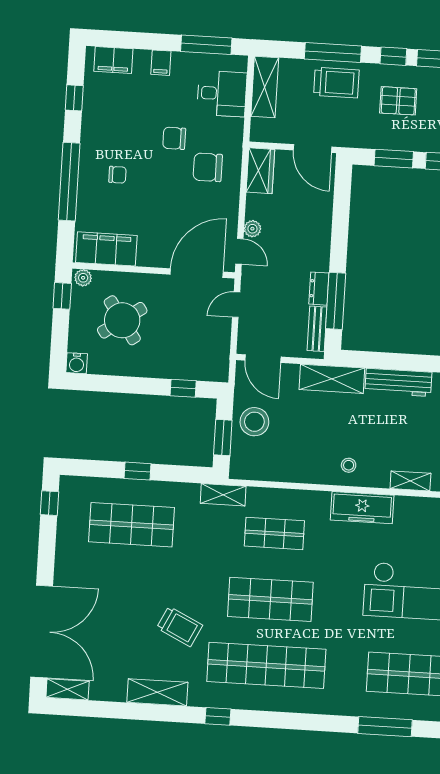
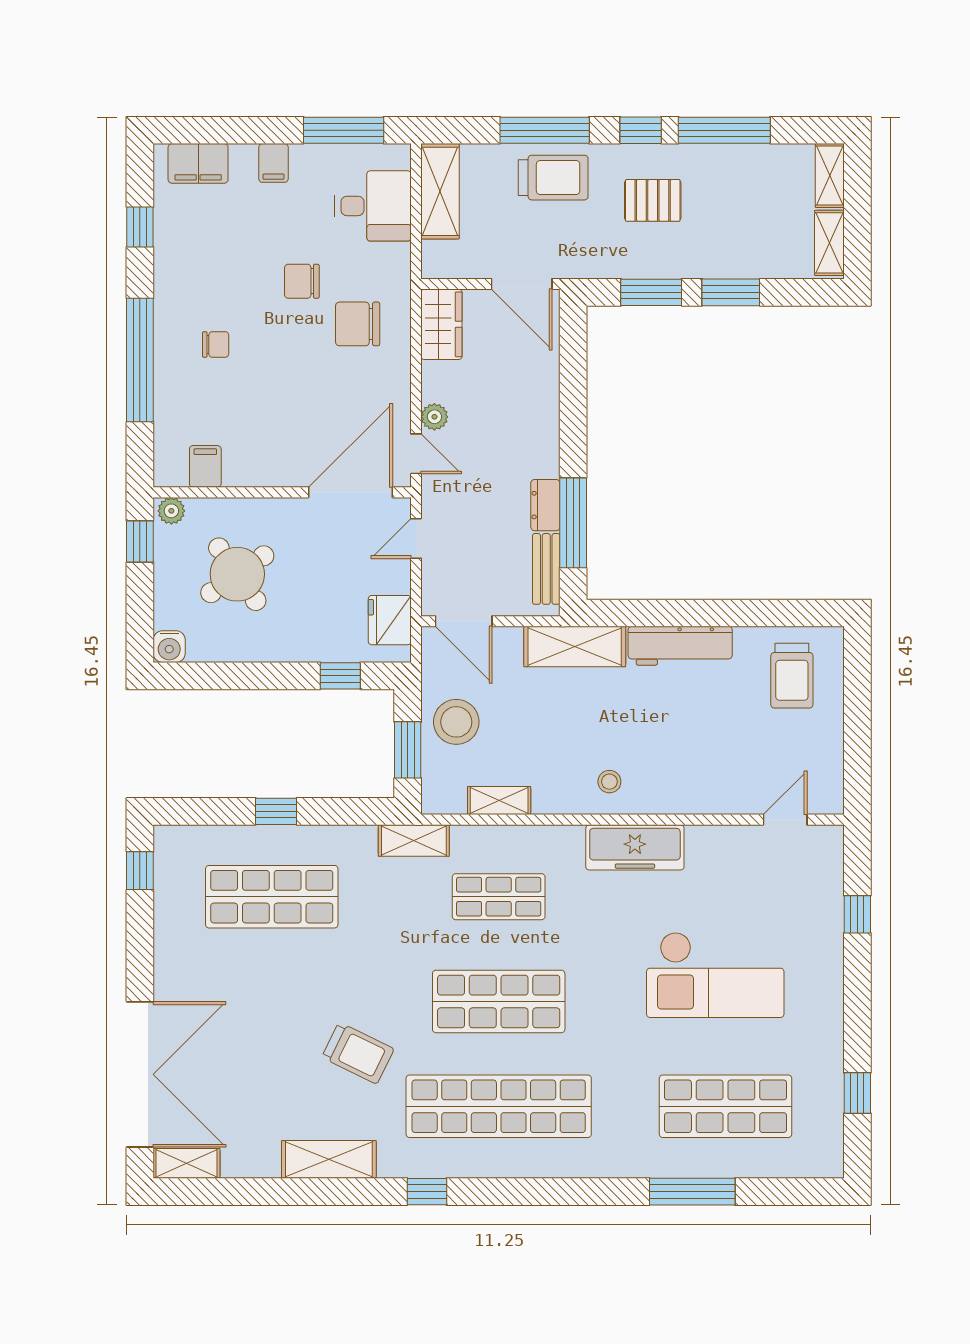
filing cabinet: (106, 249) -> (205, 466), width x0.33, depth x0.86
fridge: (216, 355) -> (390, 620), added
shelving: (410, 481) -> (499, 800), moved

